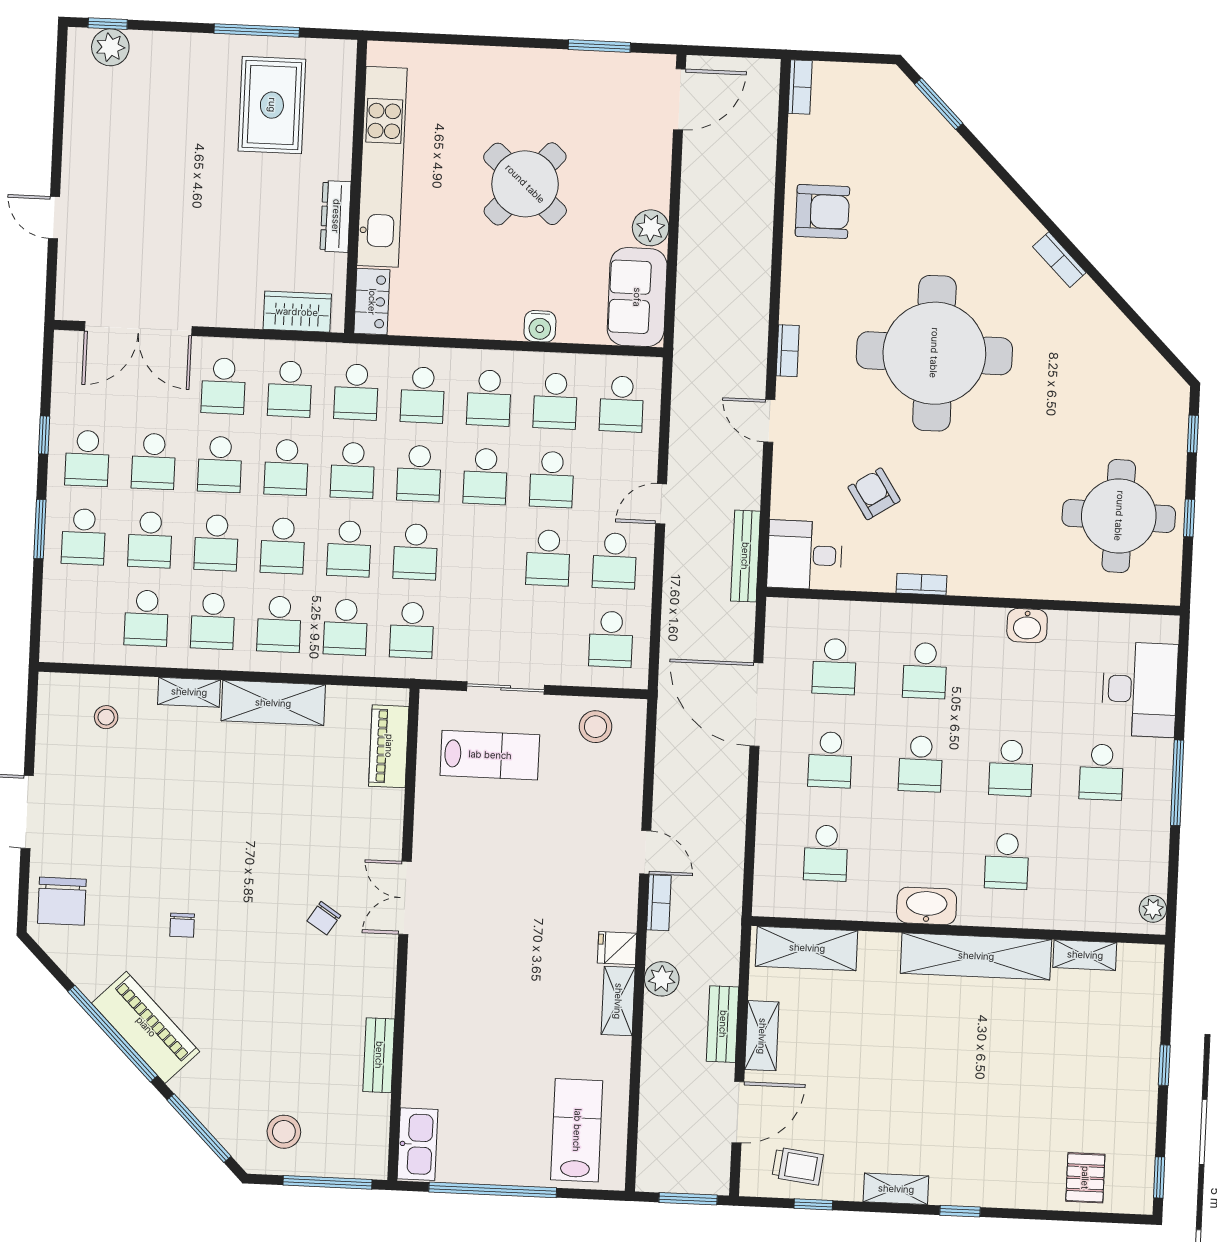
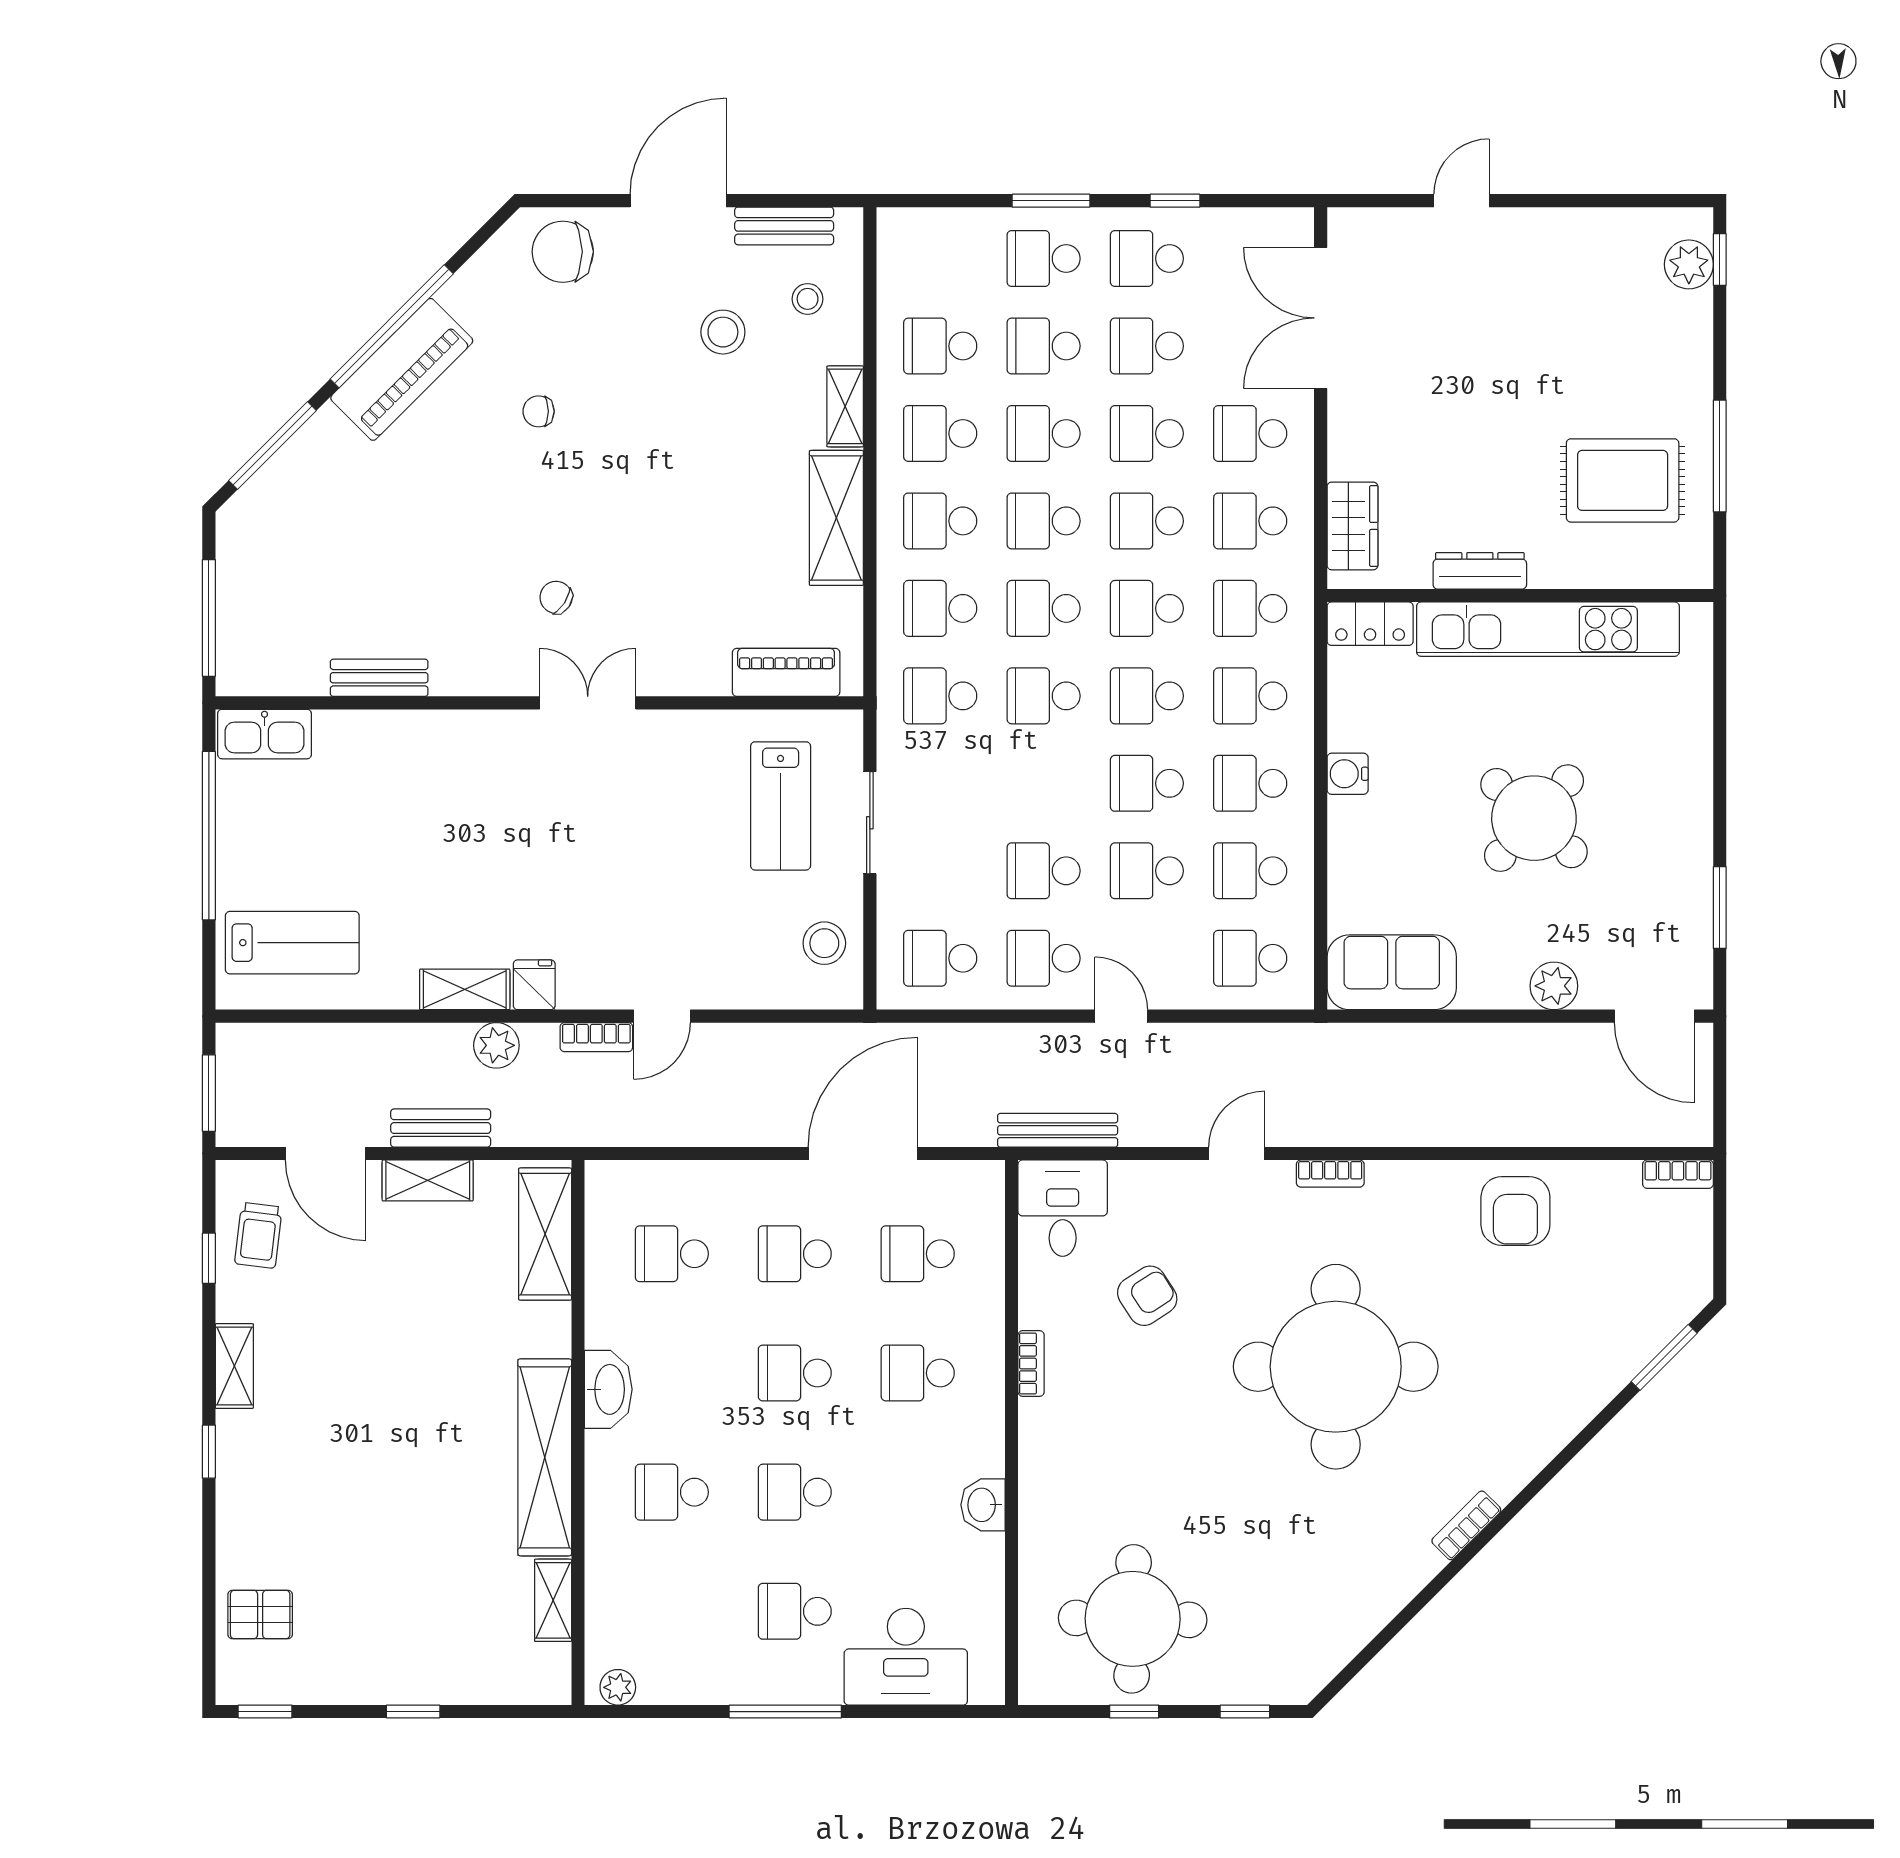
plant: (651, 228) -> (1554, 986), moved
water cooler: (540, 326) -> (1348, 774), moved
bench: (50, 732) -> (784, 226), added
stool: (284, 1132) -> (723, 332), moved

